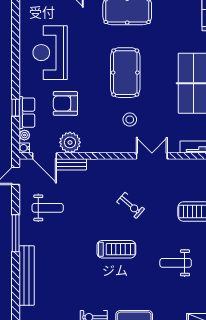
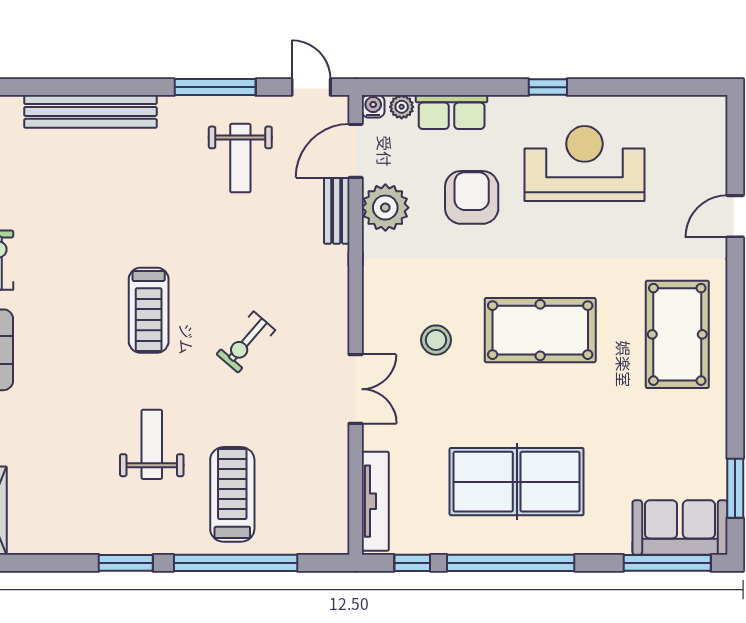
window: (16, 108) -> (548, 87), moved
window: (16, 233) -> (215, 87), moved
weight bench: (176, 263) -> (152, 444), moved

